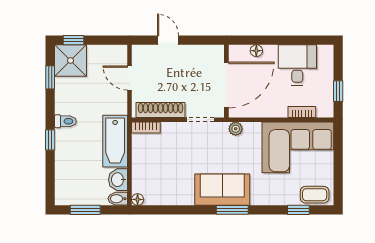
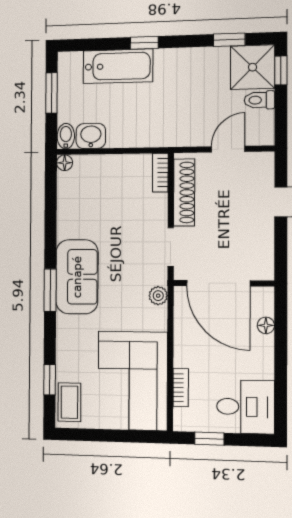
desk: (297, 65) -> (245, 407), moved
toilet: (65, 121) -> (259, 100), moved, turned 90
bathtub: (115, 141) -> (118, 66), moved, turned 180

